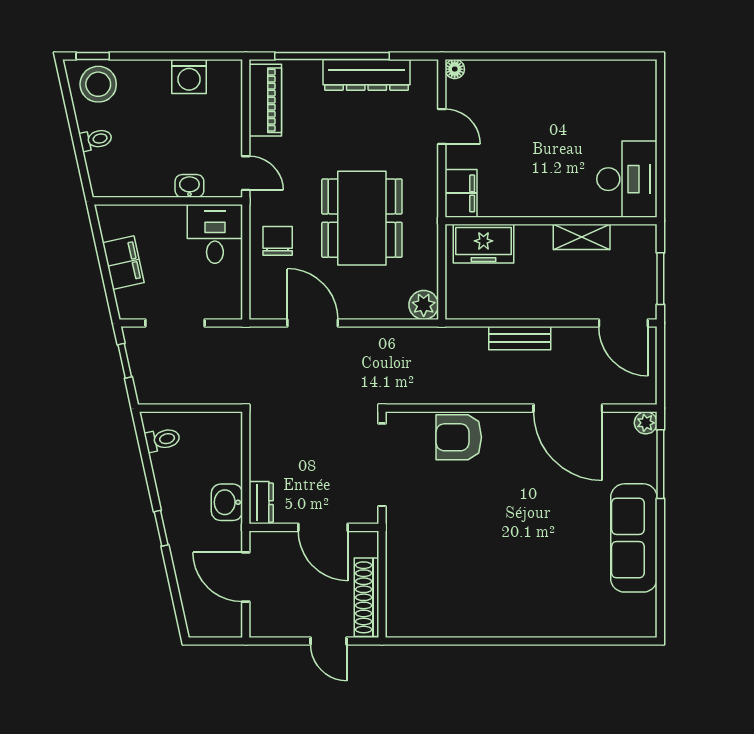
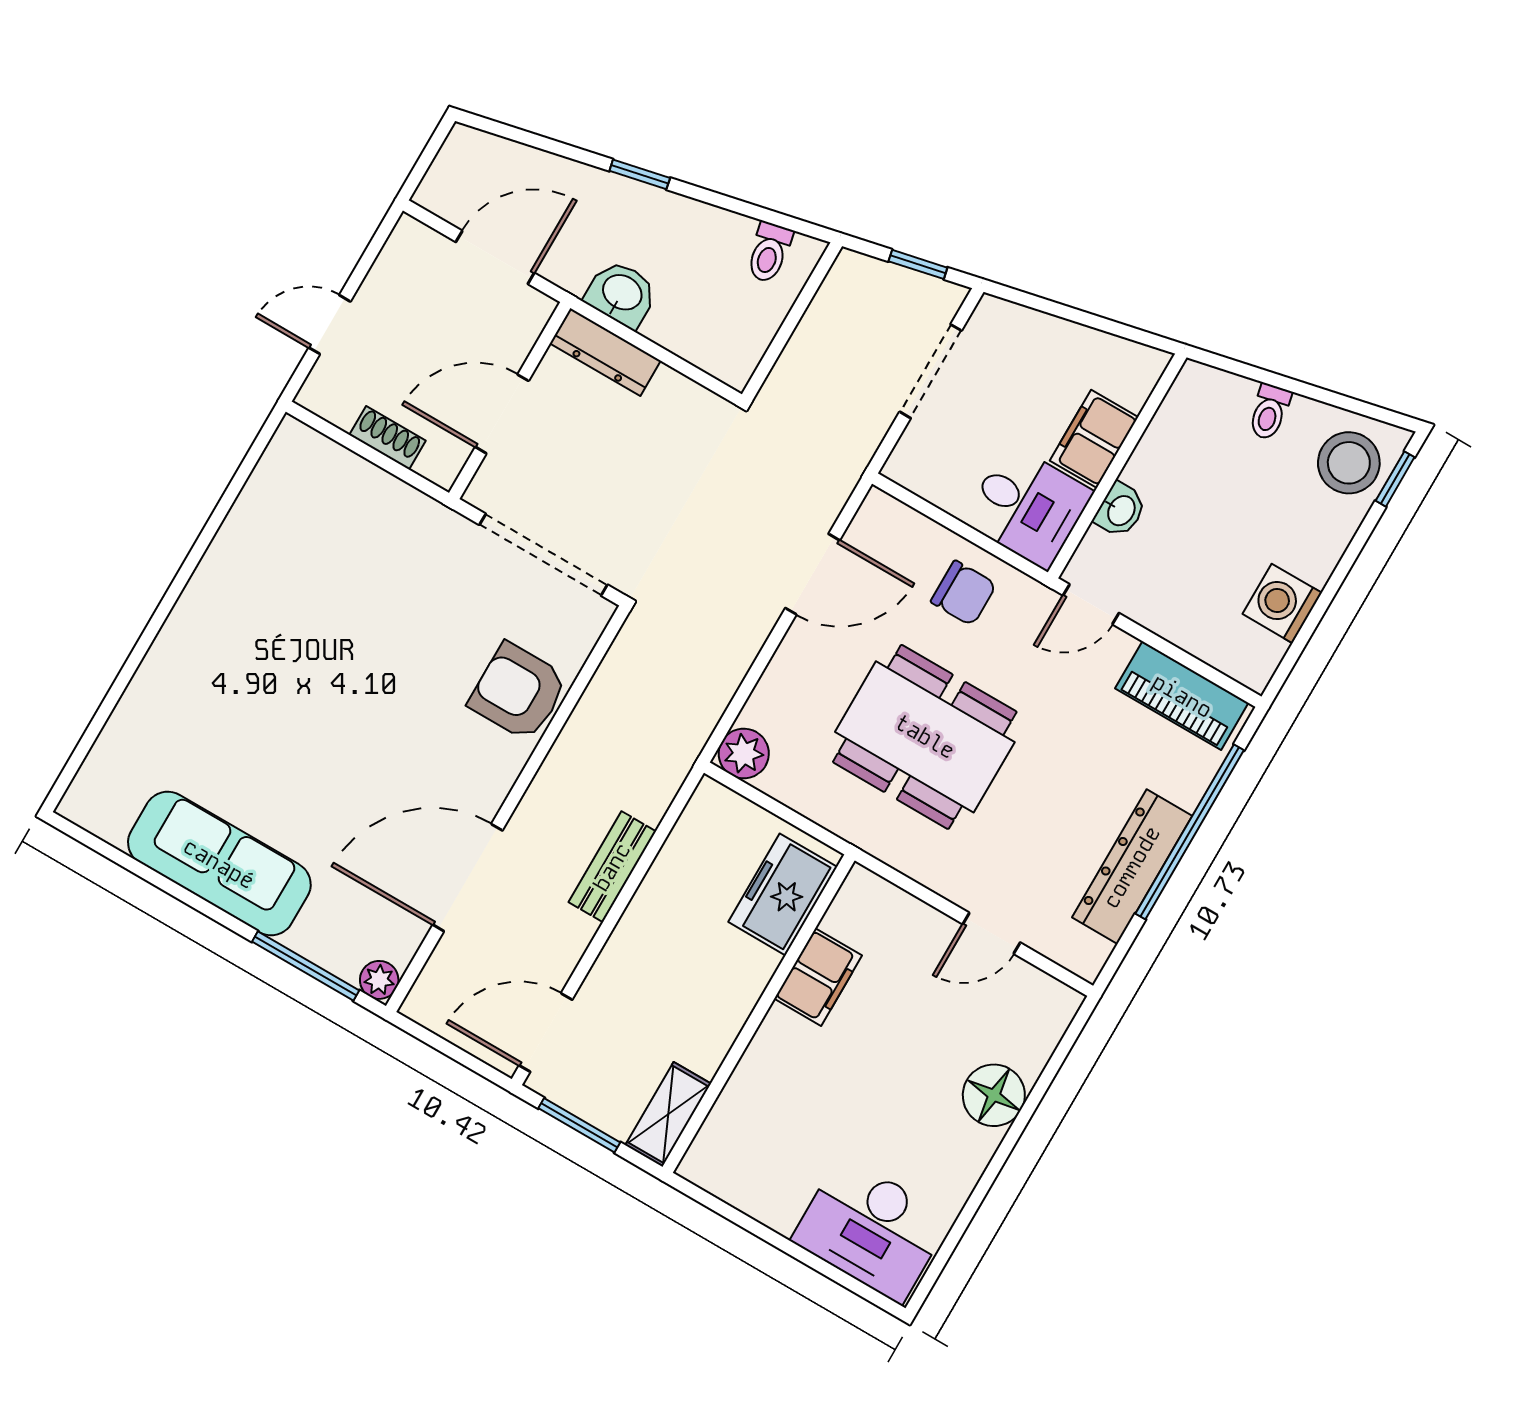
floor lamp: (455, 69) -> (994, 1095), moved, width x1.89, depth x1.89
desk: (627, 179) -> (871, 1229), moved
filing cabinet: (461, 193) -> (818, 977), moved, turned -90
shelving: (582, 237) -> (668, 1114), moved
filing cabinet: (123, 263) -> (1094, 439), moved, turned 102
armchair: (459, 437) -> (518, 692), turned -90
dresser: (261, 503) -> (605, 352), width x1.44
shoe rack: (367, 597) -> (388, 438), width x0.51, depth x0.81

